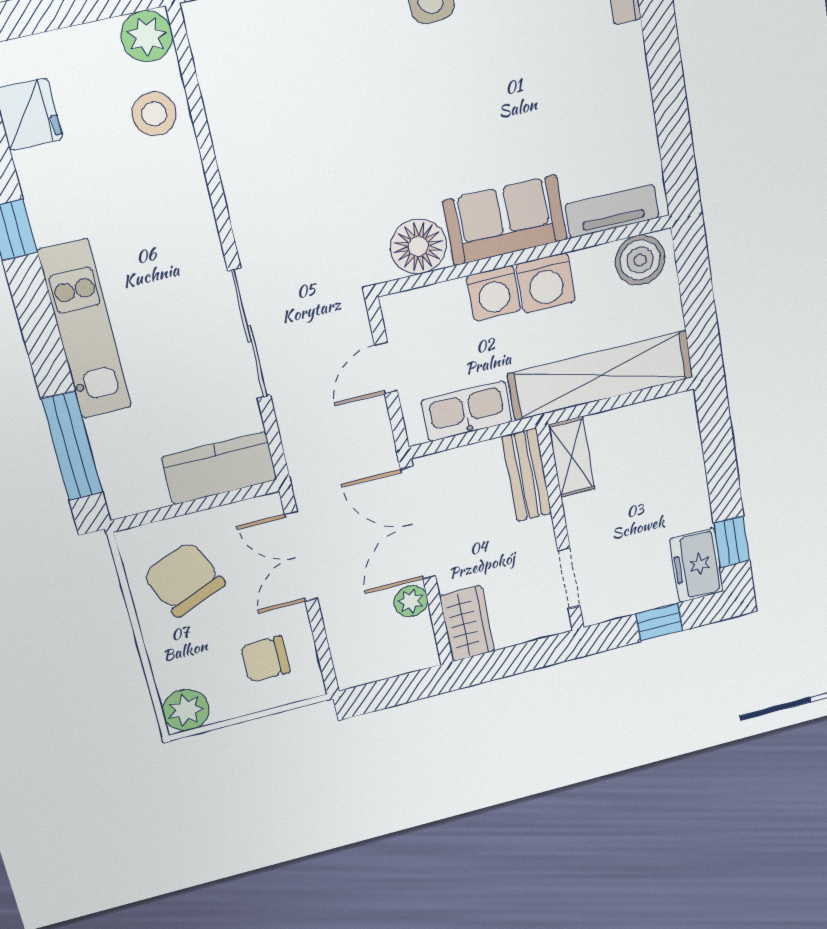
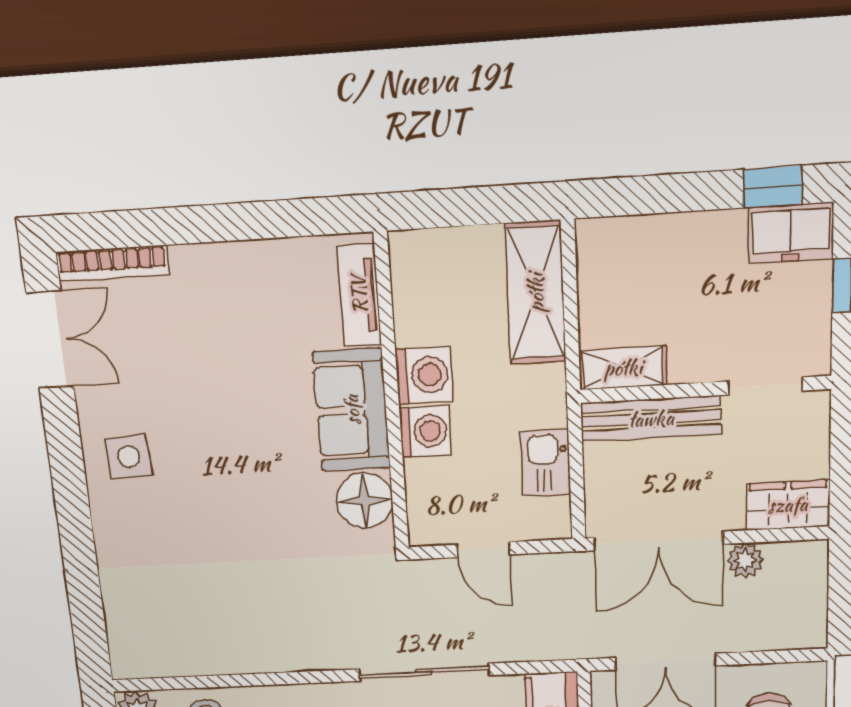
boiler: (640, 260) -> (417, 269), removed
shelving: (601, 376) -> (536, 293), width x0.68
kitchen sink: (467, 411) -> (546, 462), width x0.73
bench: (527, 475) -> (651, 419), width x1.36

